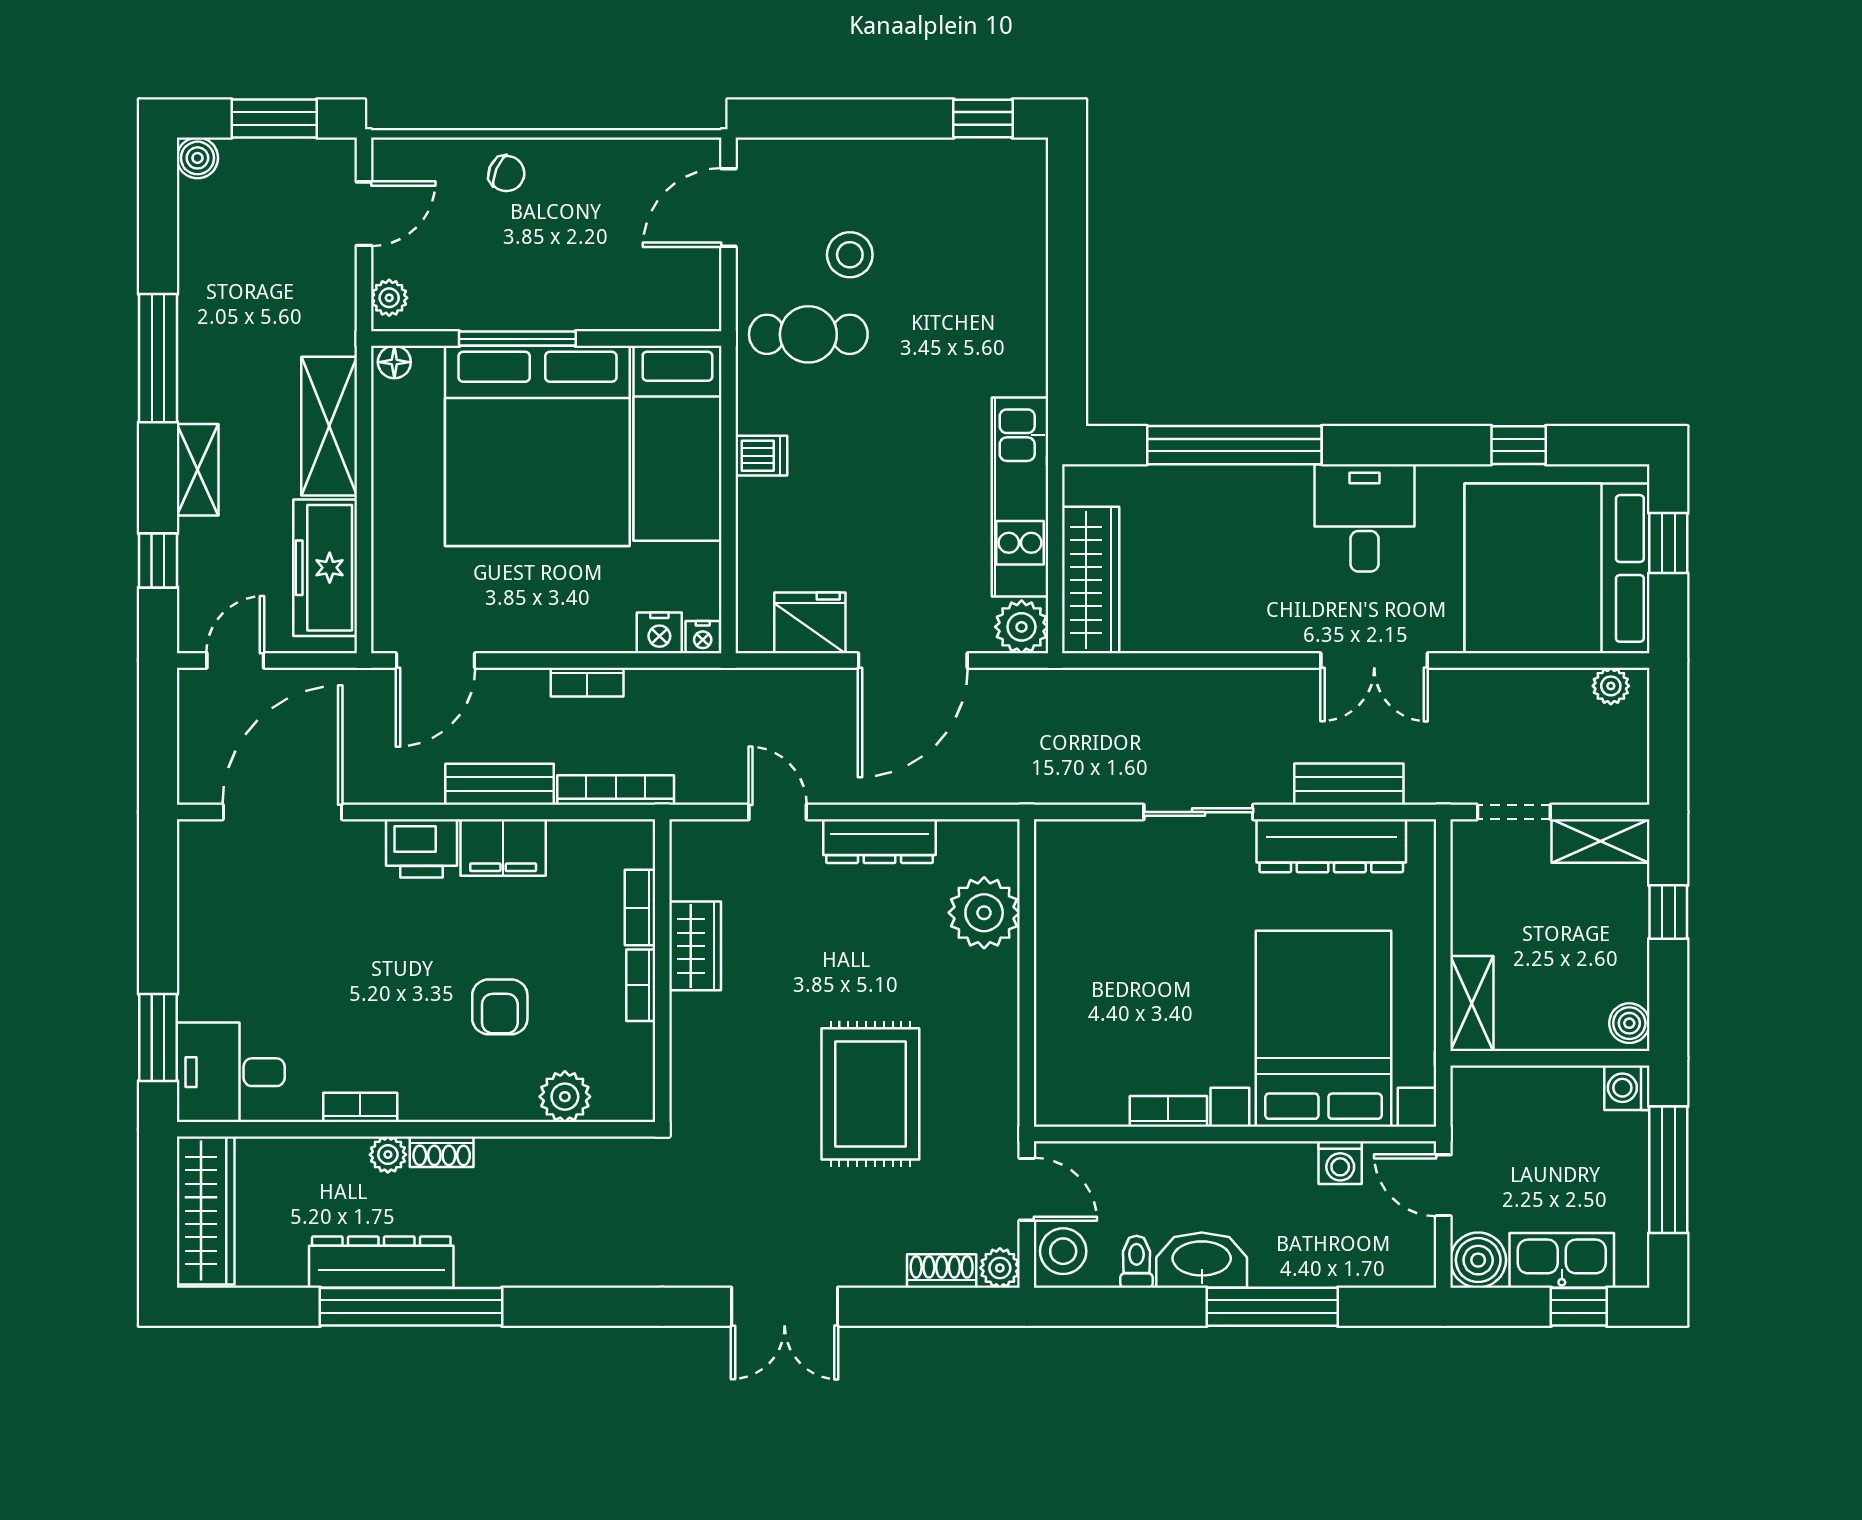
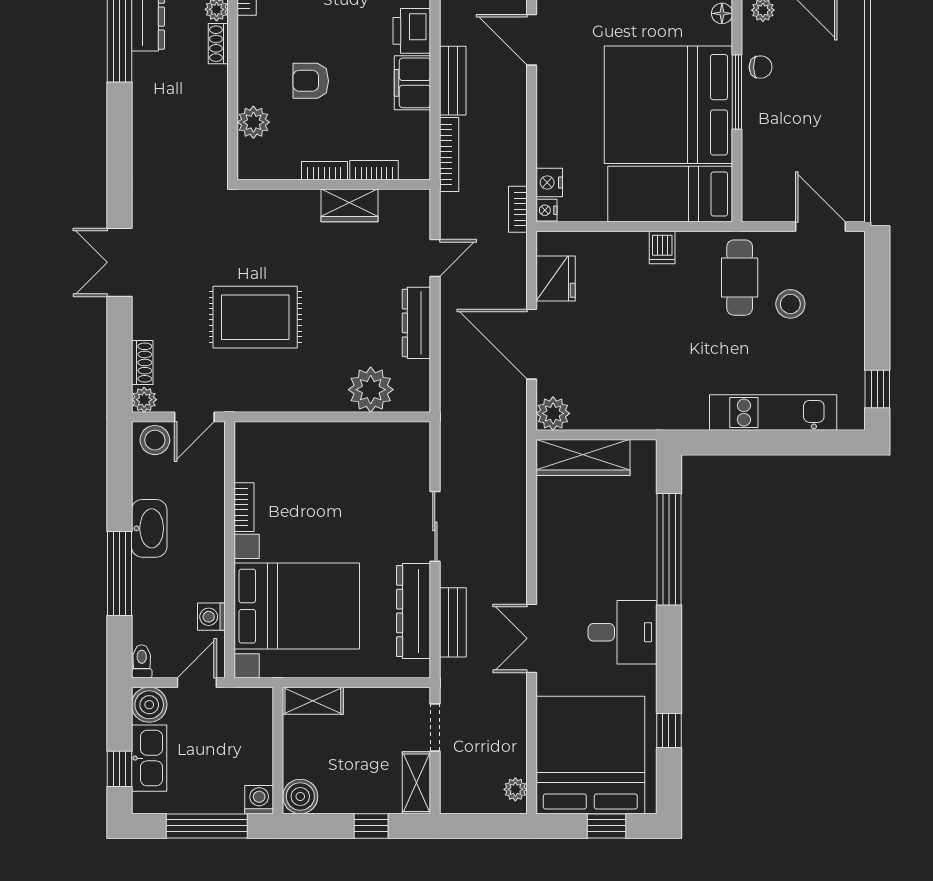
chair: (506, 173) -> (761, 67), moved, turned -113
kitchen unit: (1020, 497) -> (773, 413), moved
bookcase: (587, 682) -> (518, 209), moved
boiler: (1629, 1023) -> (300, 796), width x1.36, depth x1.36
toilet: (1136, 1262) -> (142, 661), moved, turned -90

